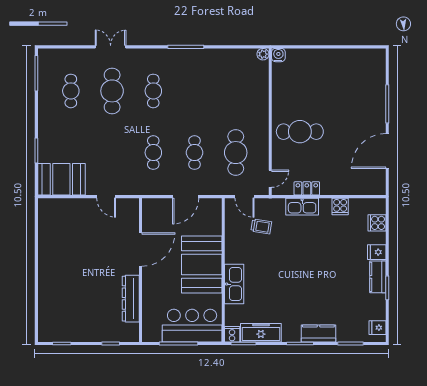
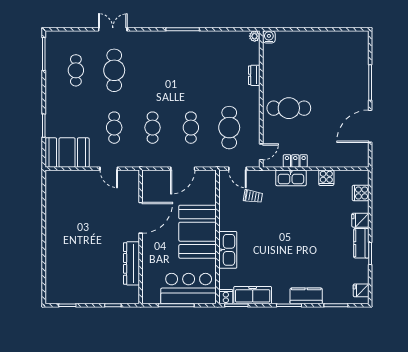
cafe table: (153, 91) -> (114, 128), moved
dresser: (263, 96) -> (254, 75), added

